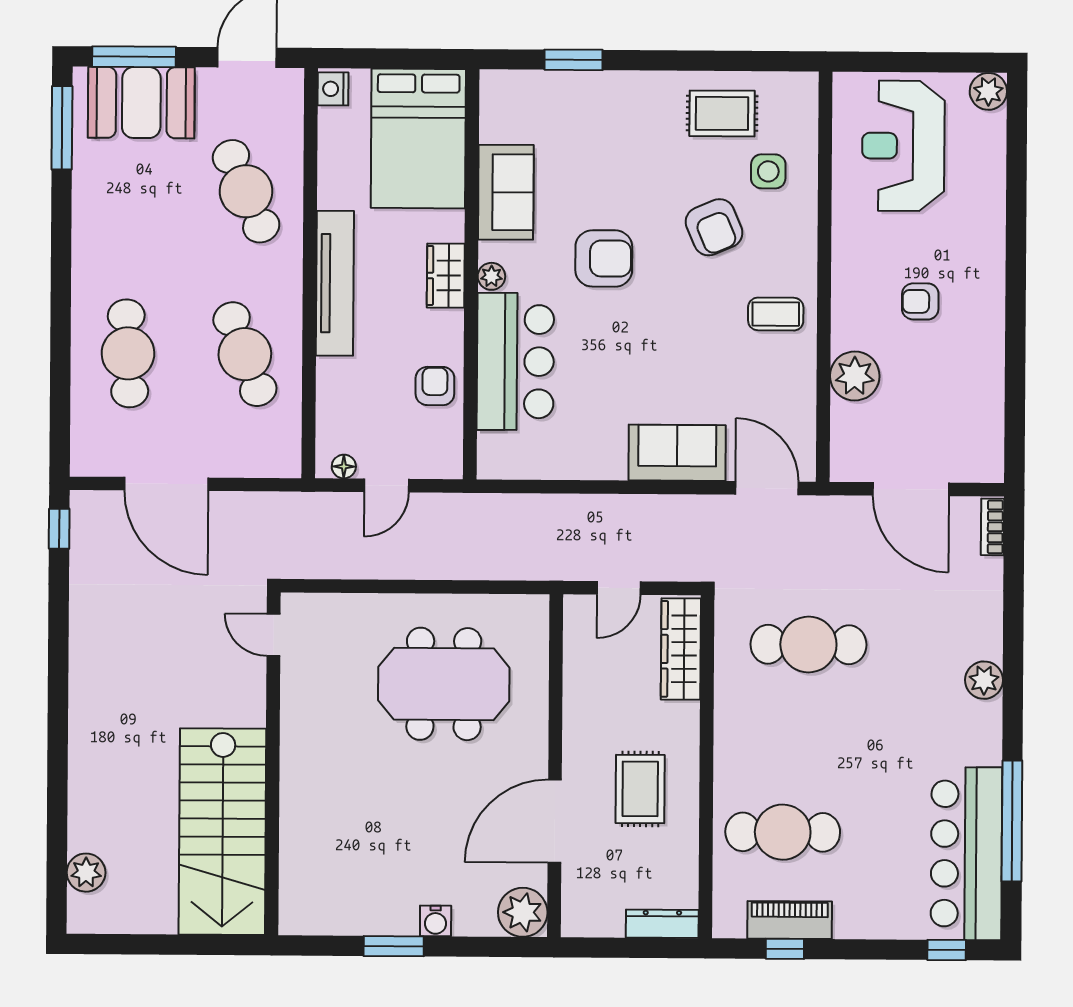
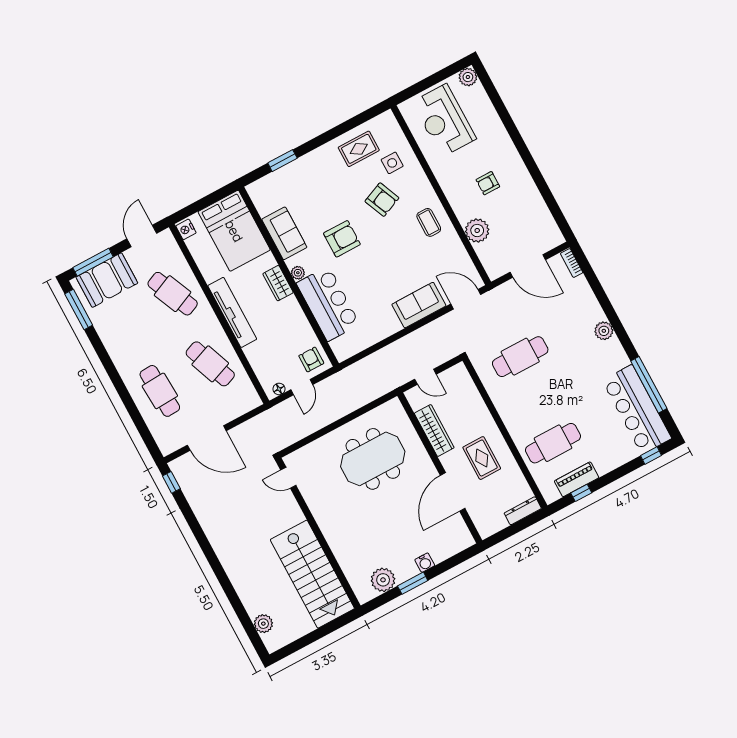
coffee table: (776, 314) -> (429, 222), turned 90
armchair: (435, 386) -> (311, 360), moved
door: (619, 588) -> (425, 377), hinge flipped
wardrobe: (681, 649) -> (434, 430), moved, turned 180
plant: (523, 912) -> (383, 580), moved

